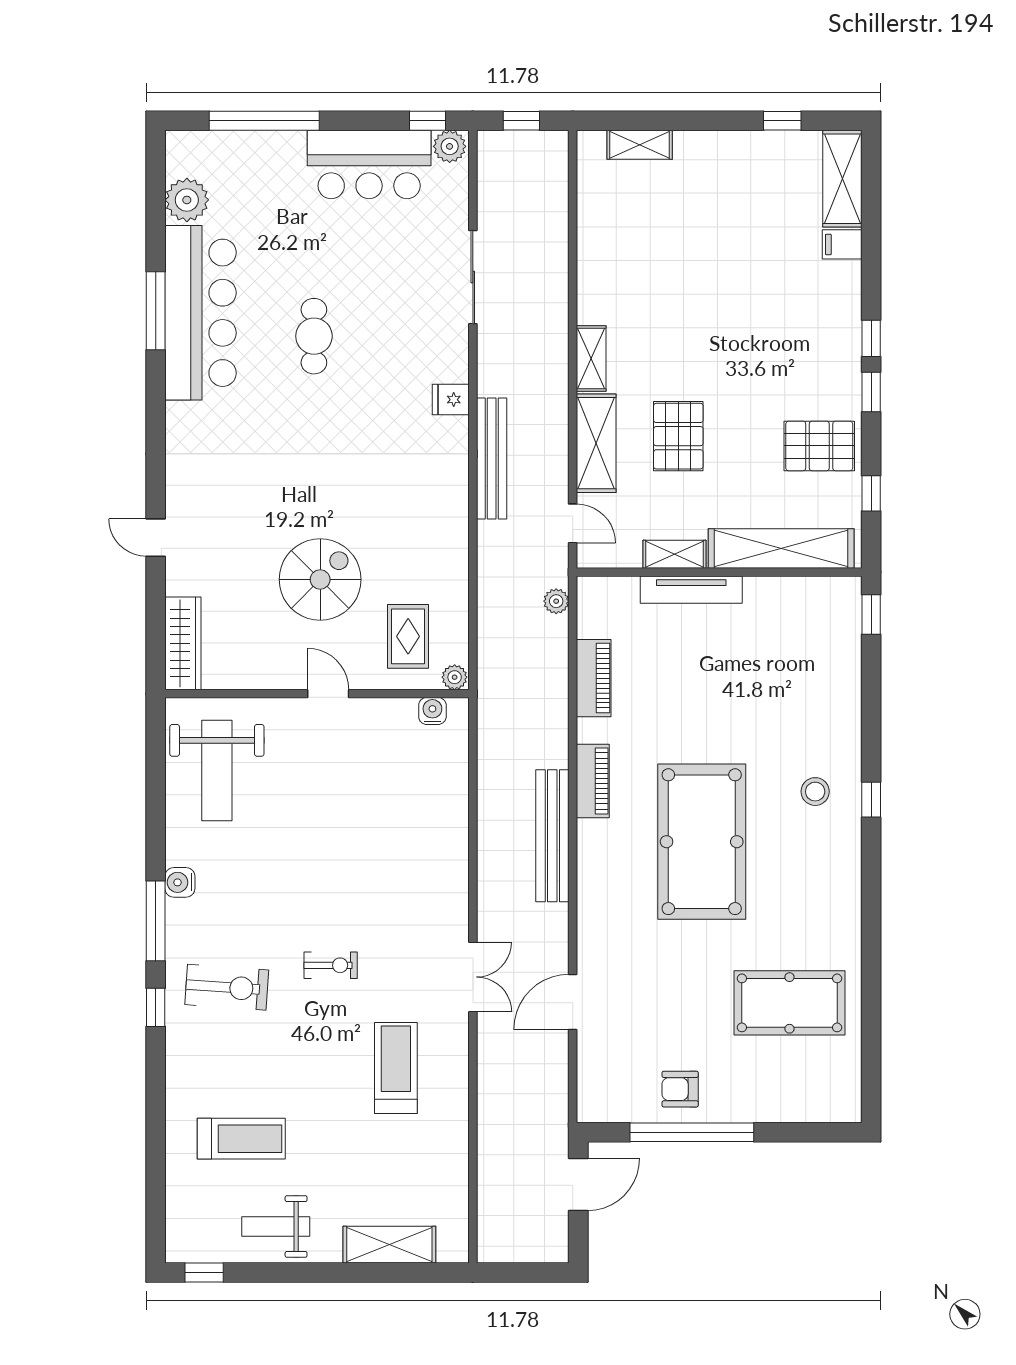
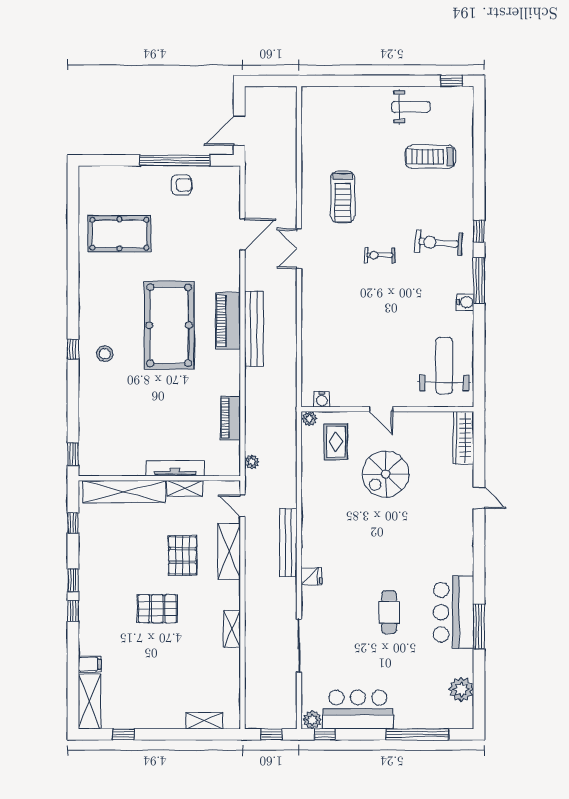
bar counter: (201, 313) -> (454, 612), width x0.73
shelving: (591, 358) -> (232, 629), moved
pallet: (819, 446) -> (157, 609), moved
piano: (593, 781) -> (228, 321), moved, width x1.37, depth x1.33
shelving: (389, 1245) -> (346, 97), removed

